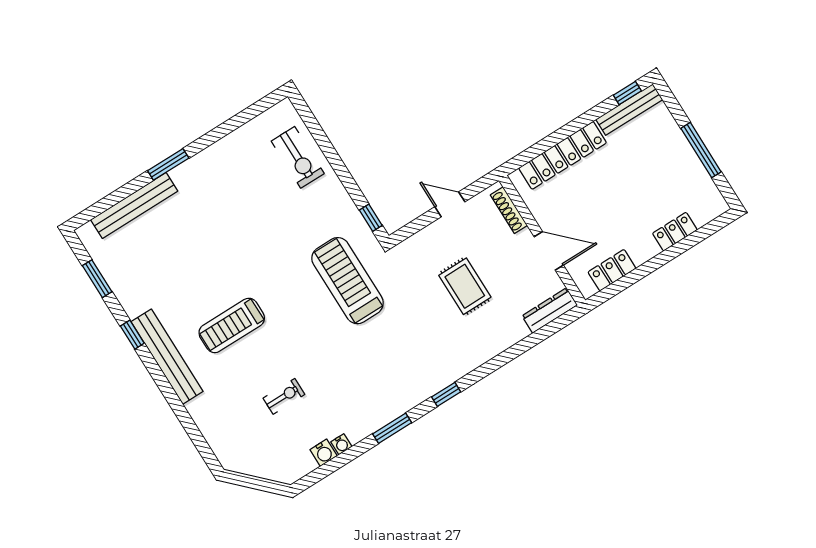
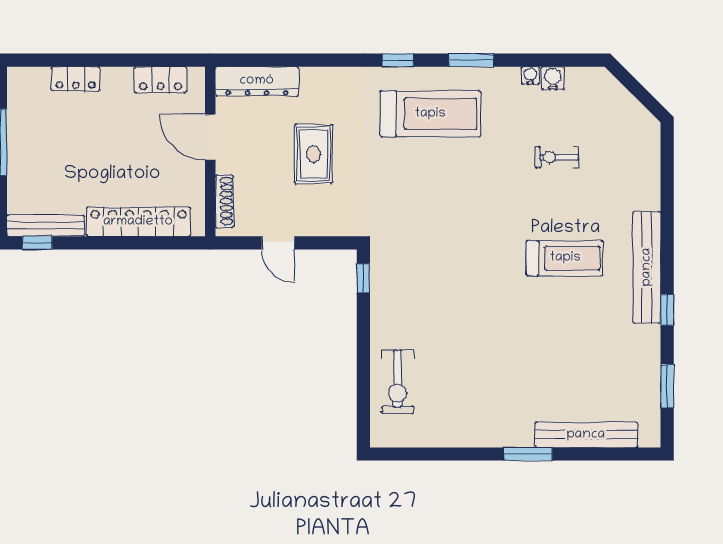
exercise bike: (298, 157) -> (398, 382), turned 180
treadmill: (348, 281) -> (430, 114), moved, turned -90
dresser: (550, 311) -> (257, 81), width x1.37, depth x1.24

